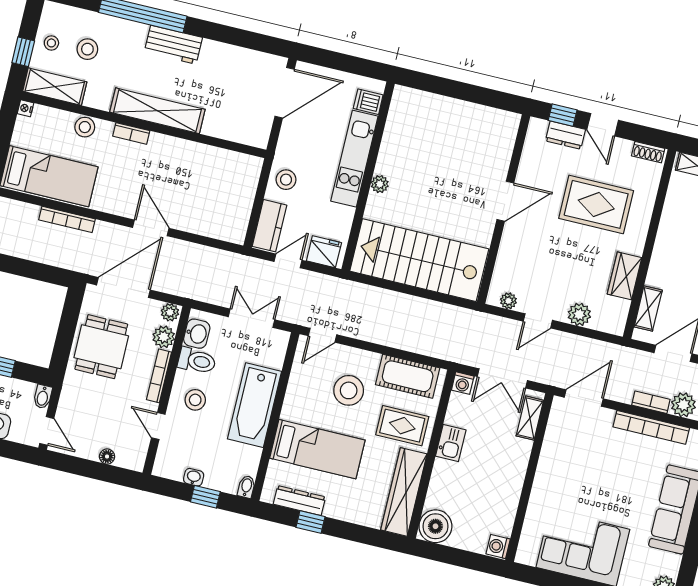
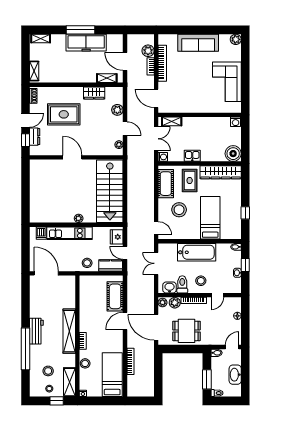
rug: (596, 204) -> (64, 114), turned 90
cot: (205, 220) -> (115, 296), added
dresser: (299, 501) -> (236, 220), removed

